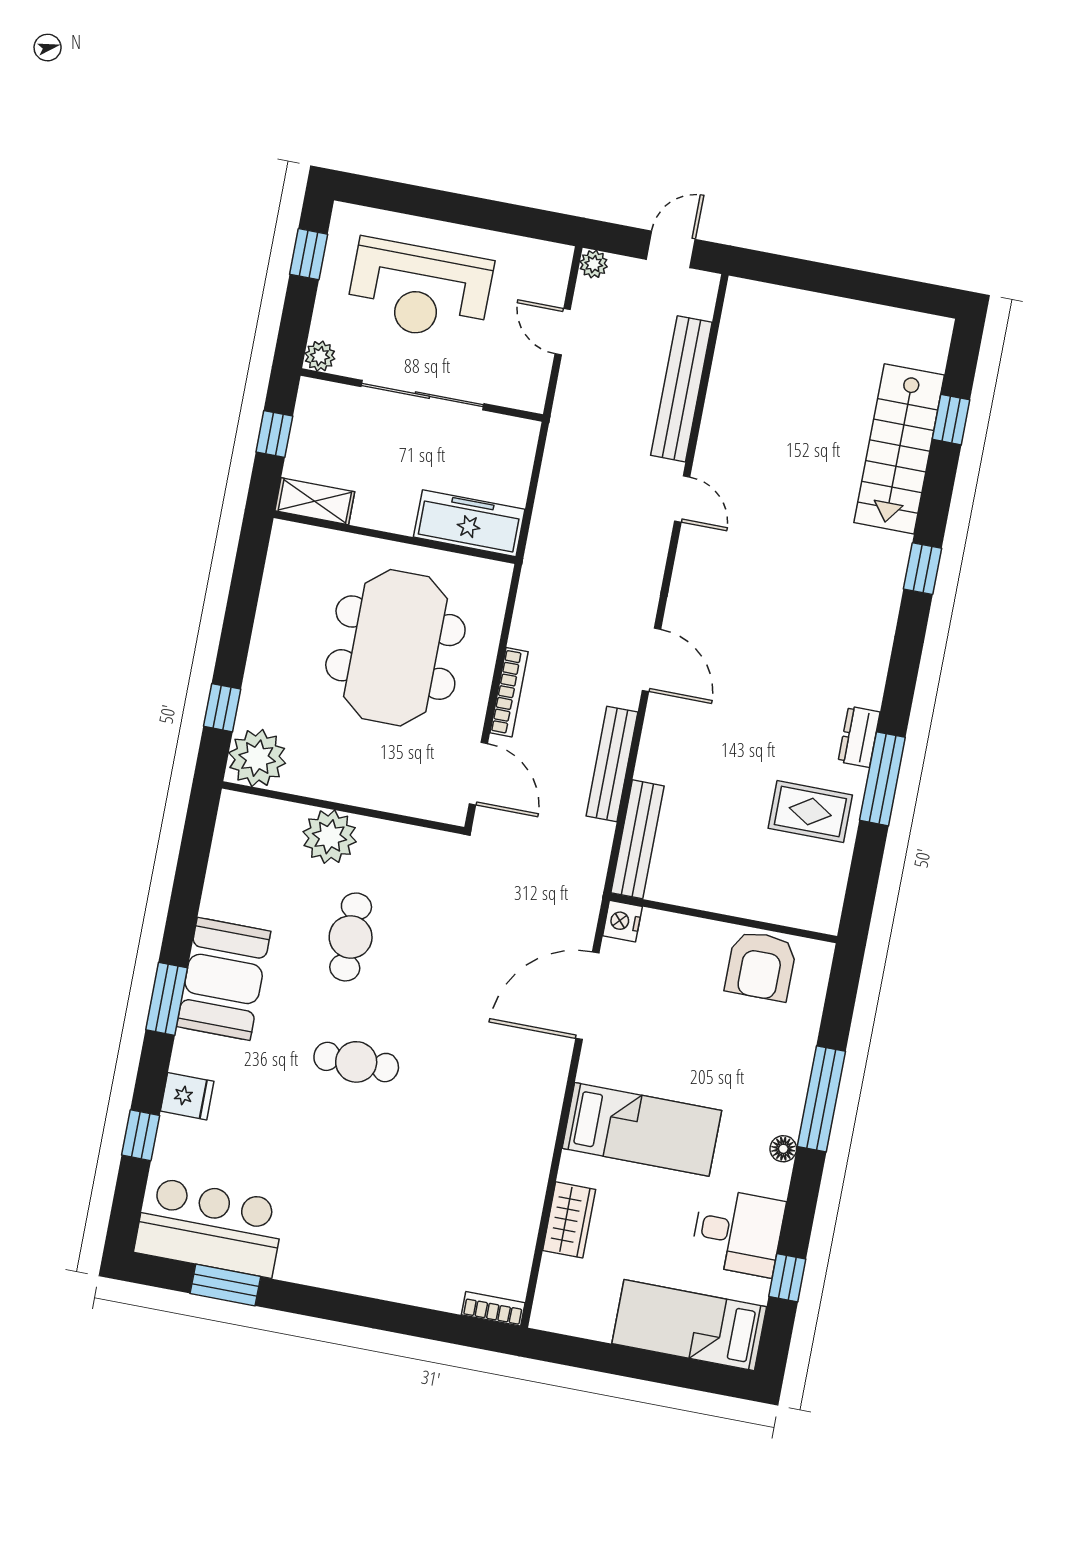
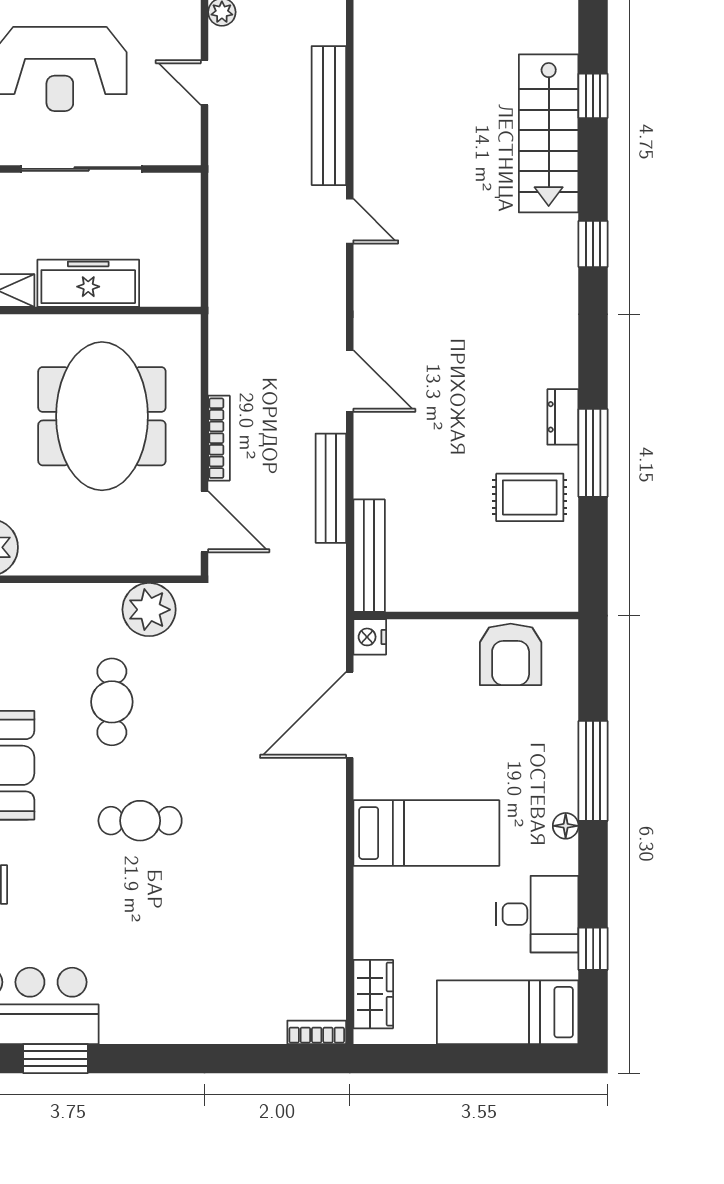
freezer: (469, 523) -> (88, 283), moved
plant: (330, 837) -> (149, 610), moved
wardrobe: (569, 1220) -> (373, 994), moved

